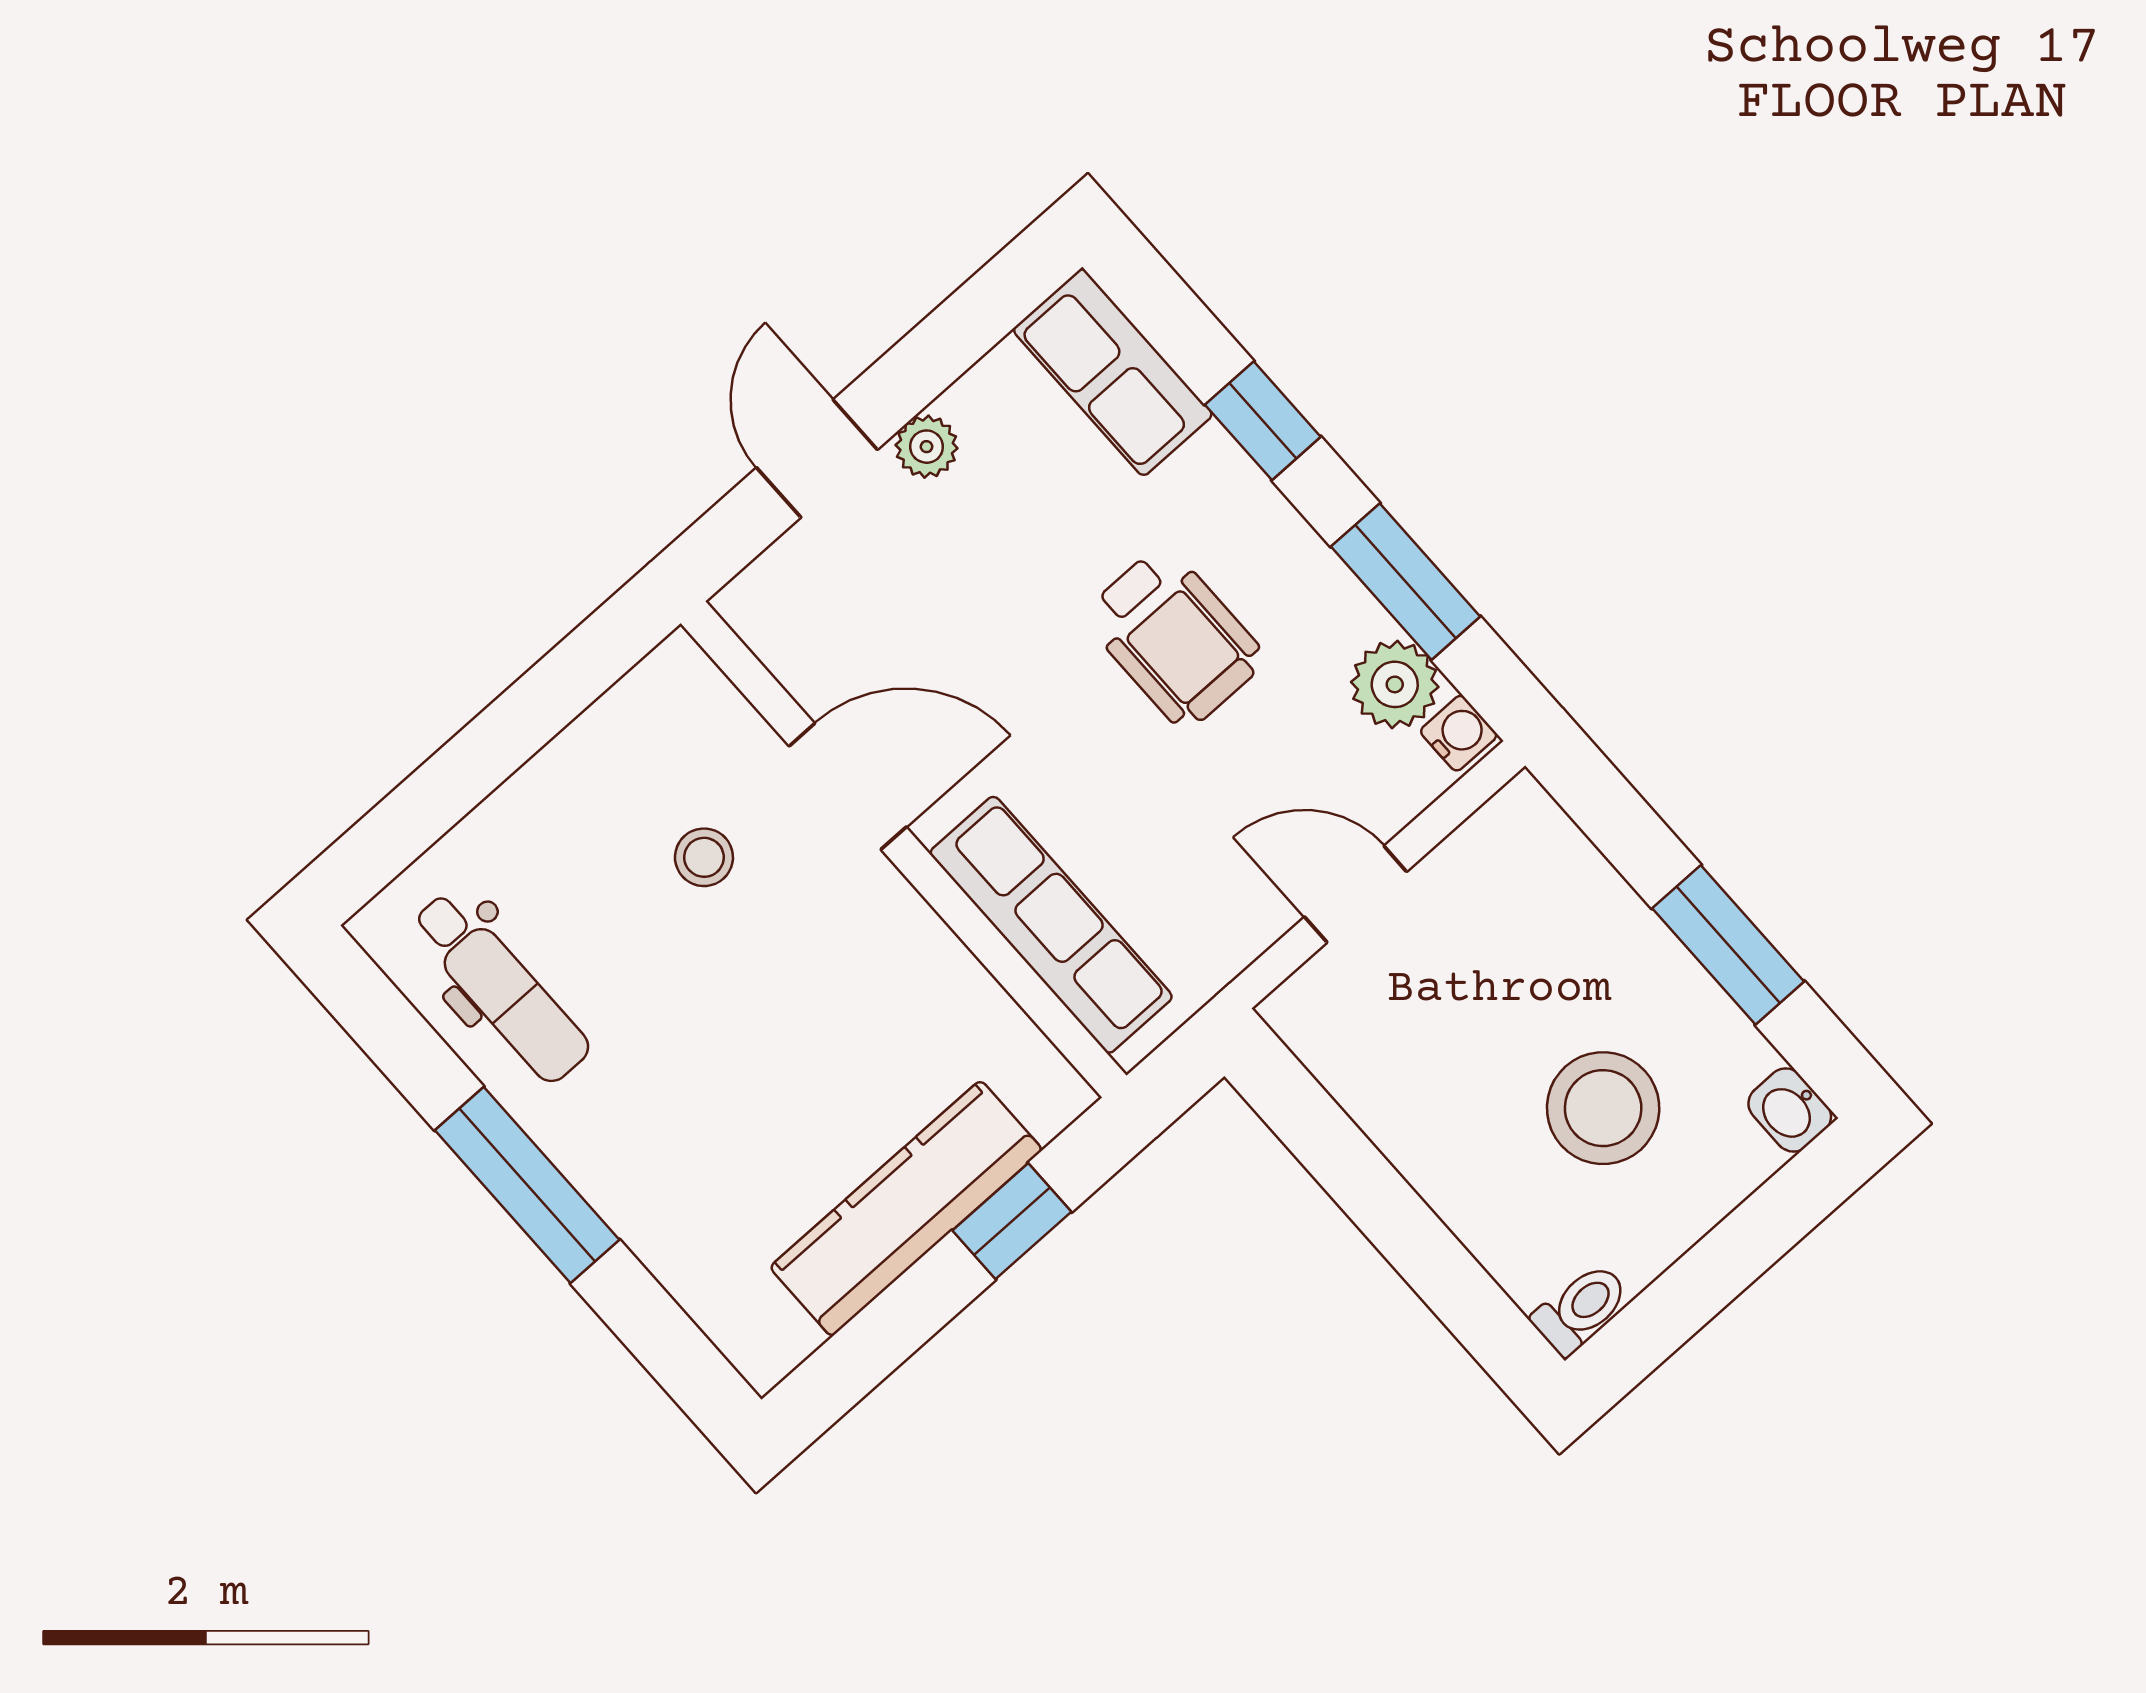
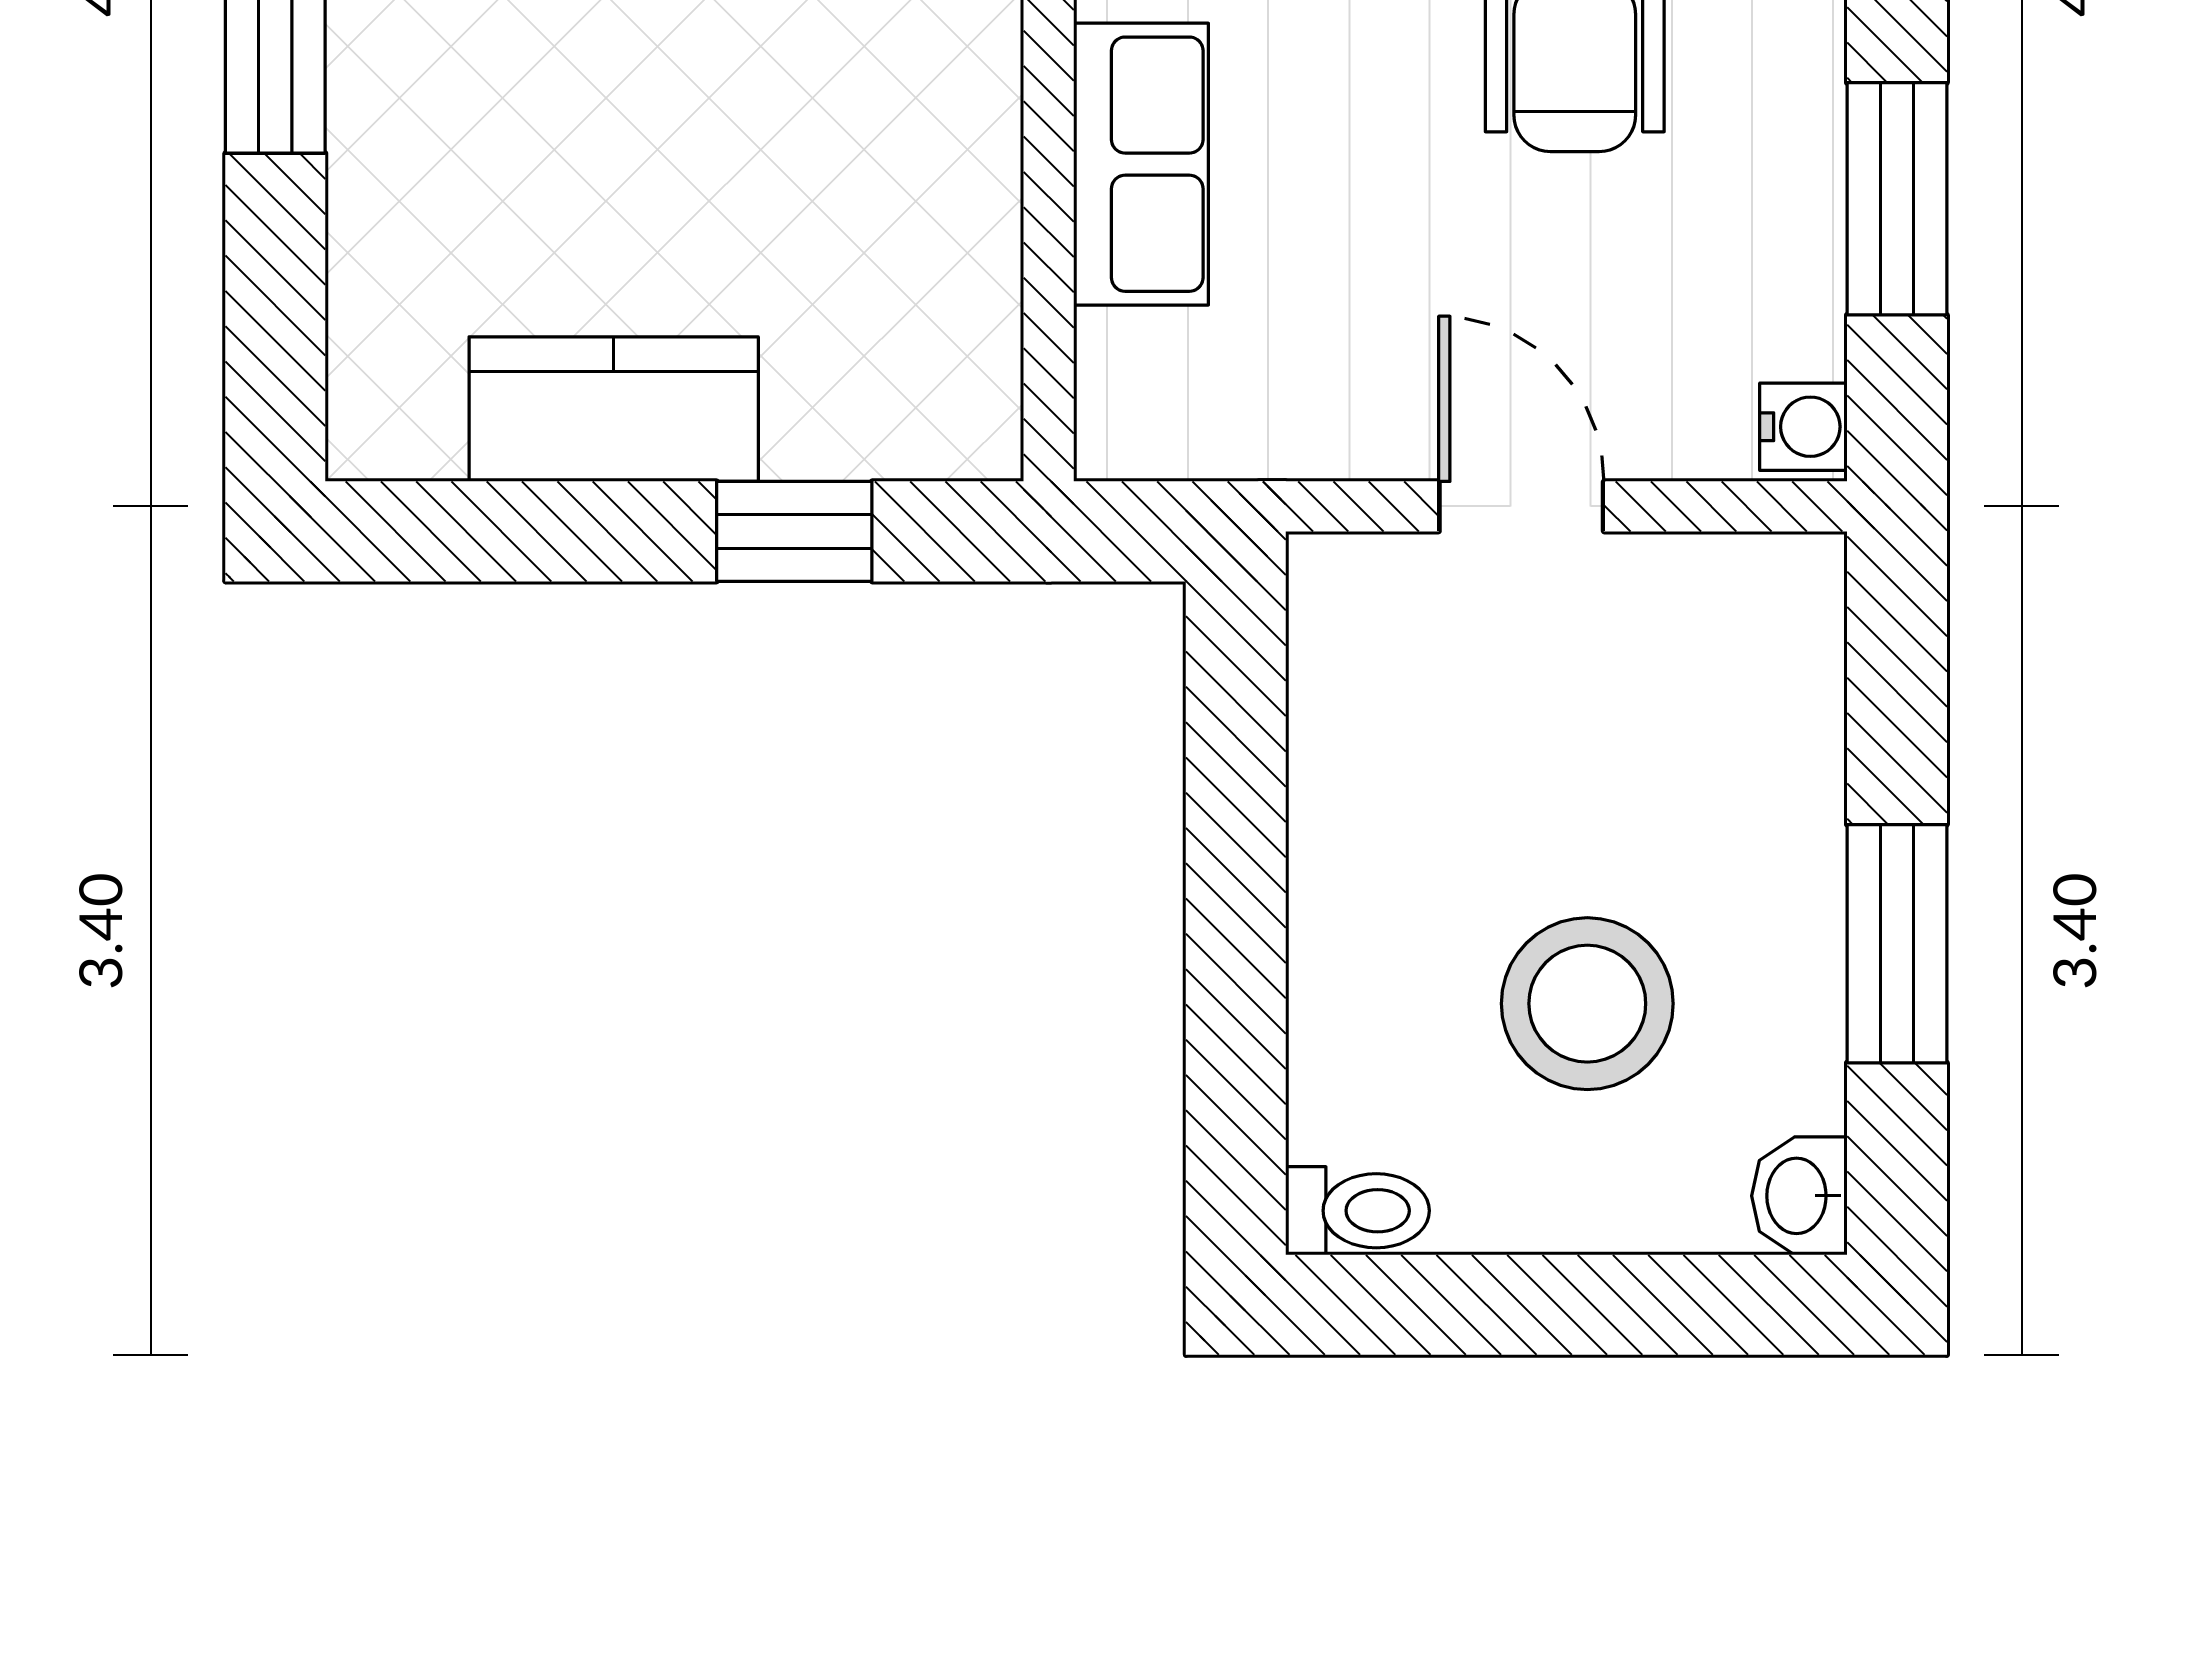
plant: (1395, 684) -> (1780, 306), removed
row of seats: (1051, 925) -> (1141, 164), width x0.68
kitchen counter: (906, 1208) -> (614, 409), width x0.67

